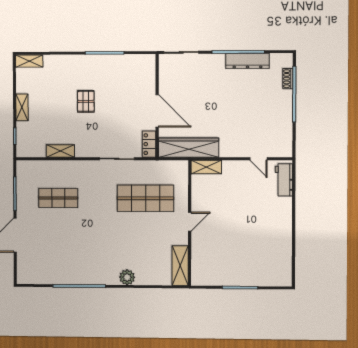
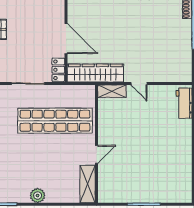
door: (258, 159) -> (139, 83), moved
shop shelf: (146, 198) -> (55, 121), width x1.40
door: (190, 222) -> (96, 154), moved

